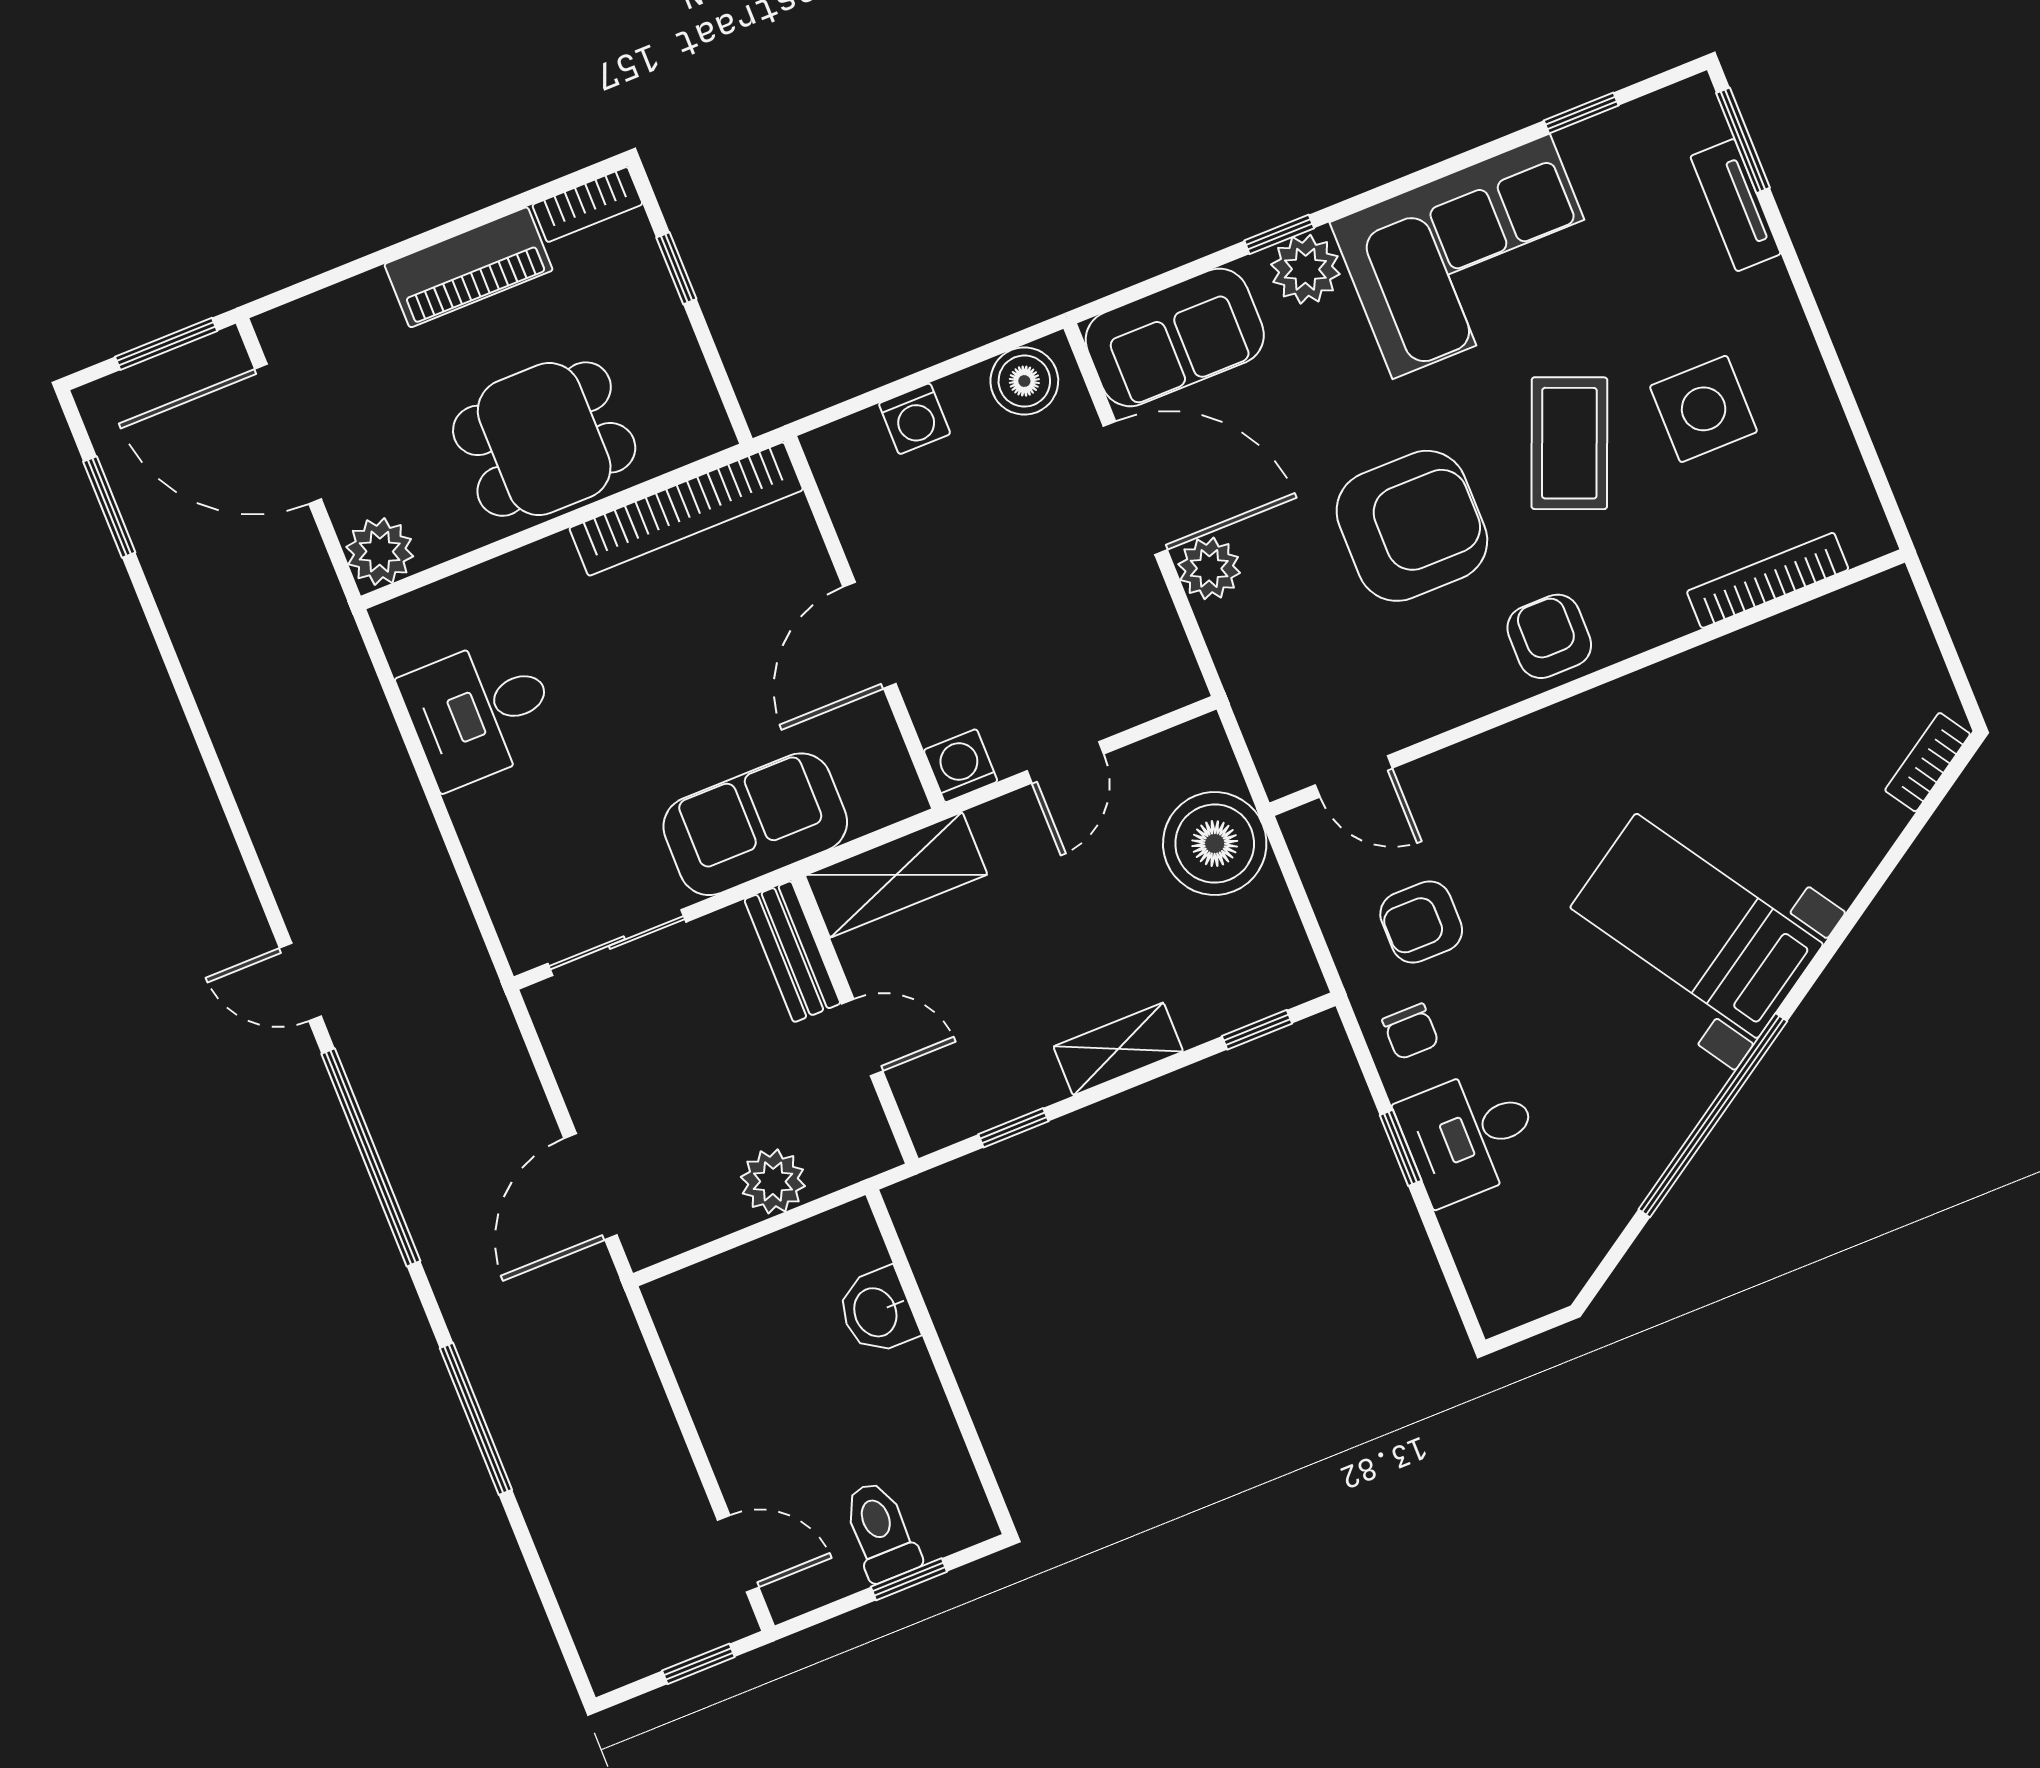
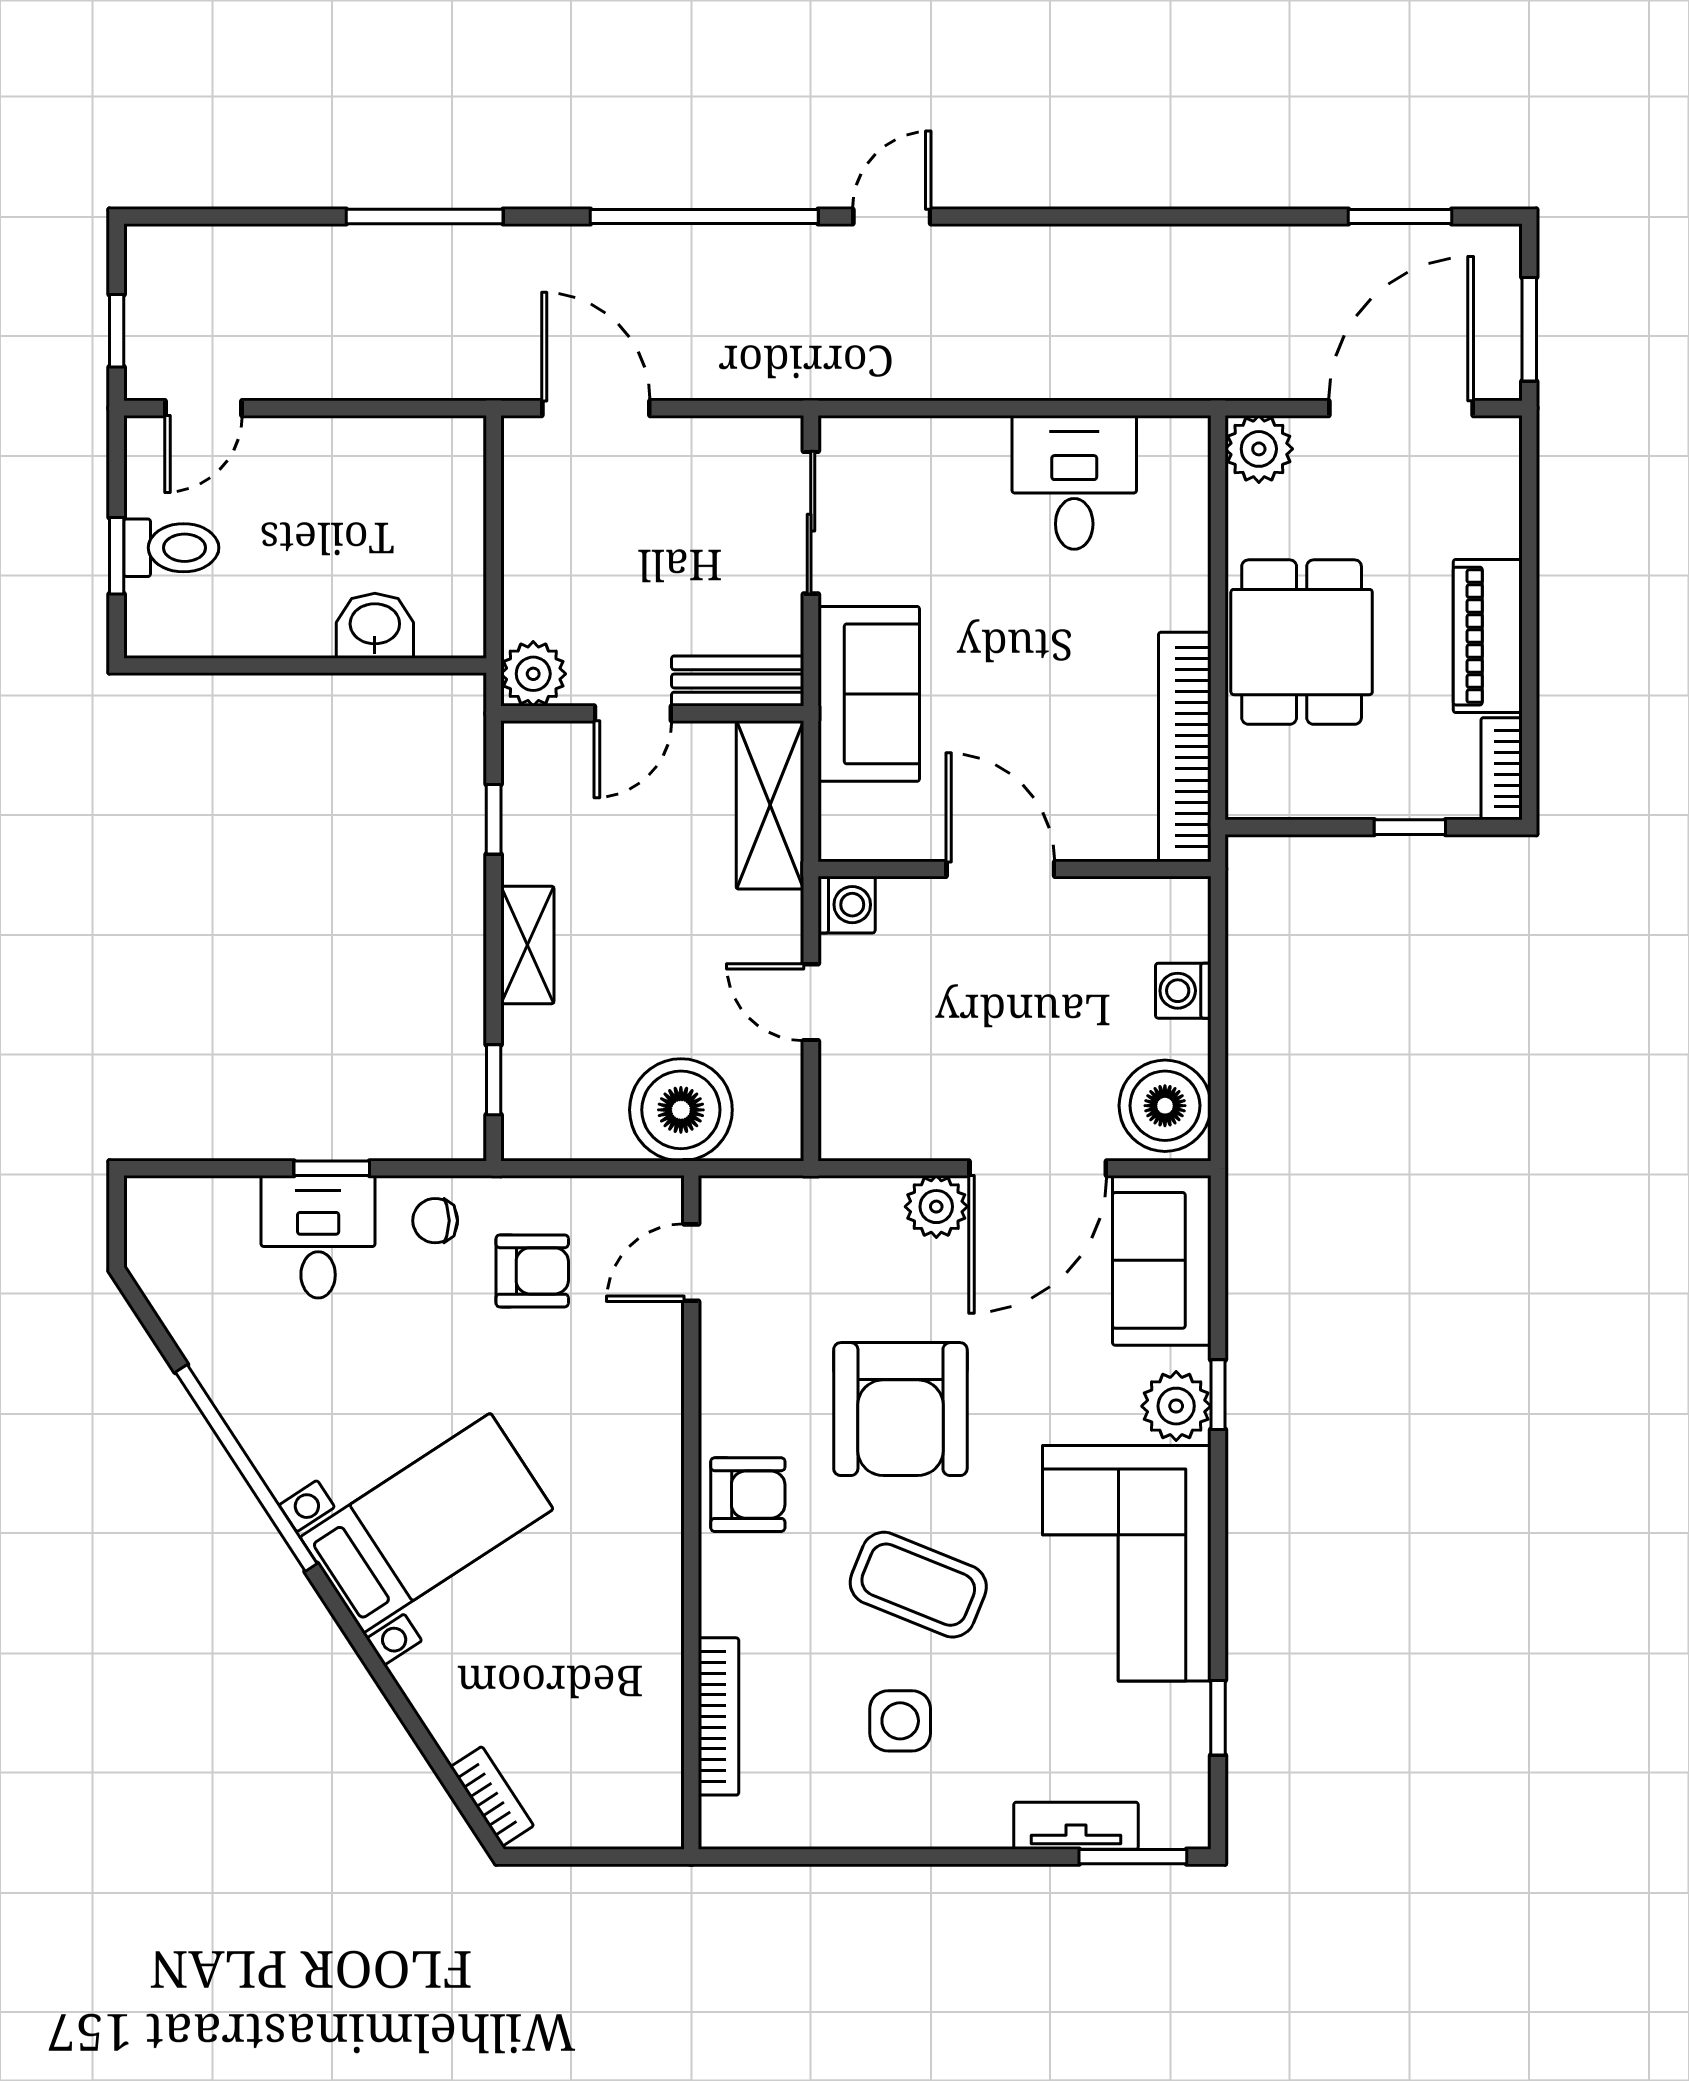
boiler: (1024, 381) -> (1165, 1106), width x1.37, depth x1.37
side table: (1704, 409) -> (900, 1721), width x0.73, depth x0.73
armchair: (1421, 922) -> (532, 1271), turned 90
plant: (773, 1181) -> (533, 674), moved

